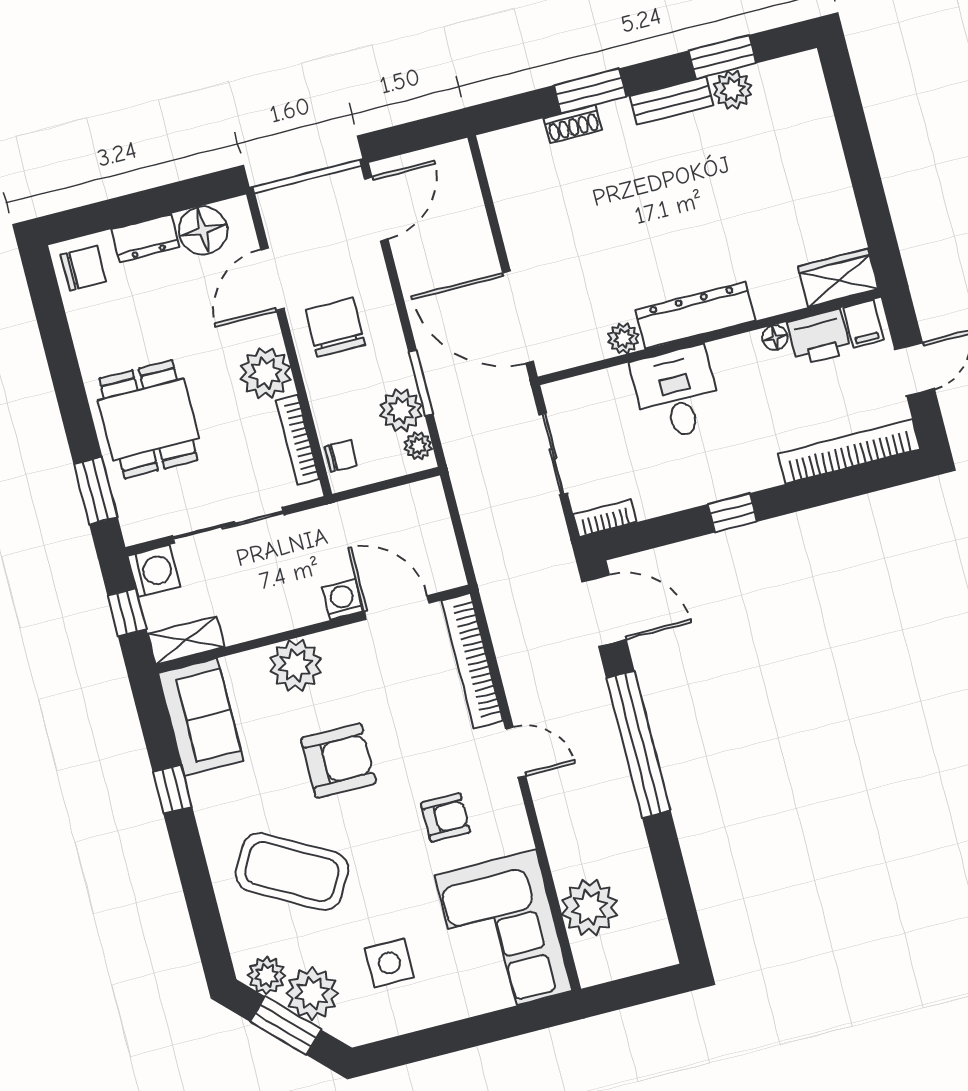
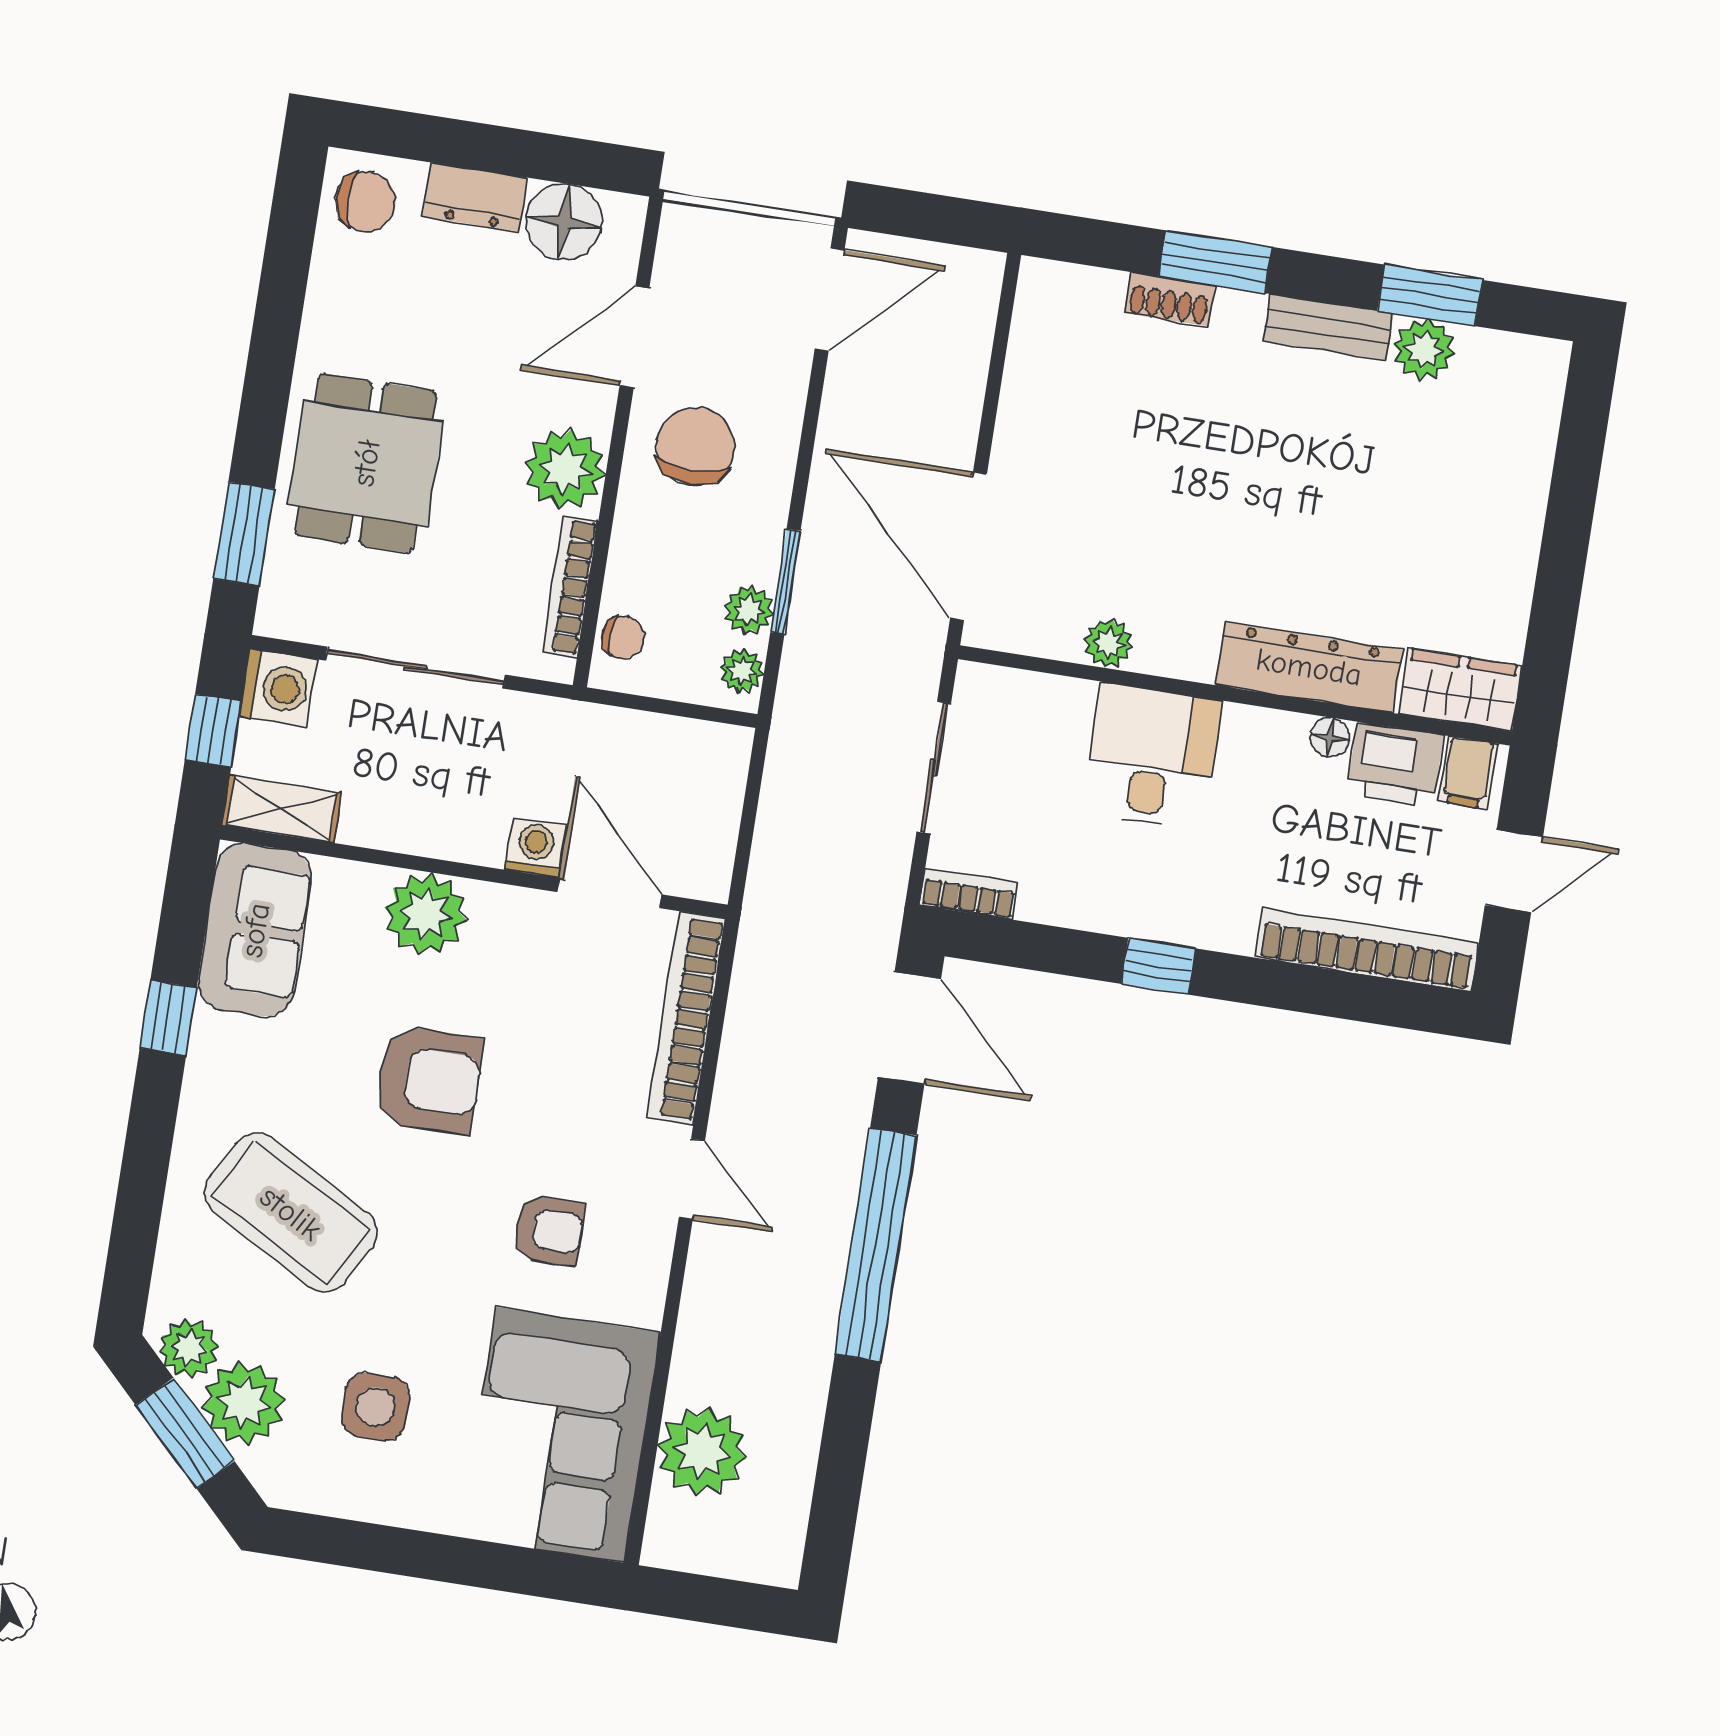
dresser: (695, 315) -> (1309, 667), moved
plant: (401, 410) -> (749, 610), width x0.73, depth x0.73

